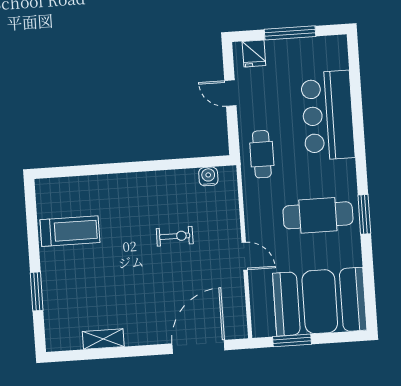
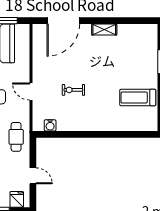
door: (245, 256) -> (31, 92), moved
shelving: (103, 339) -> (104, 29), moved

